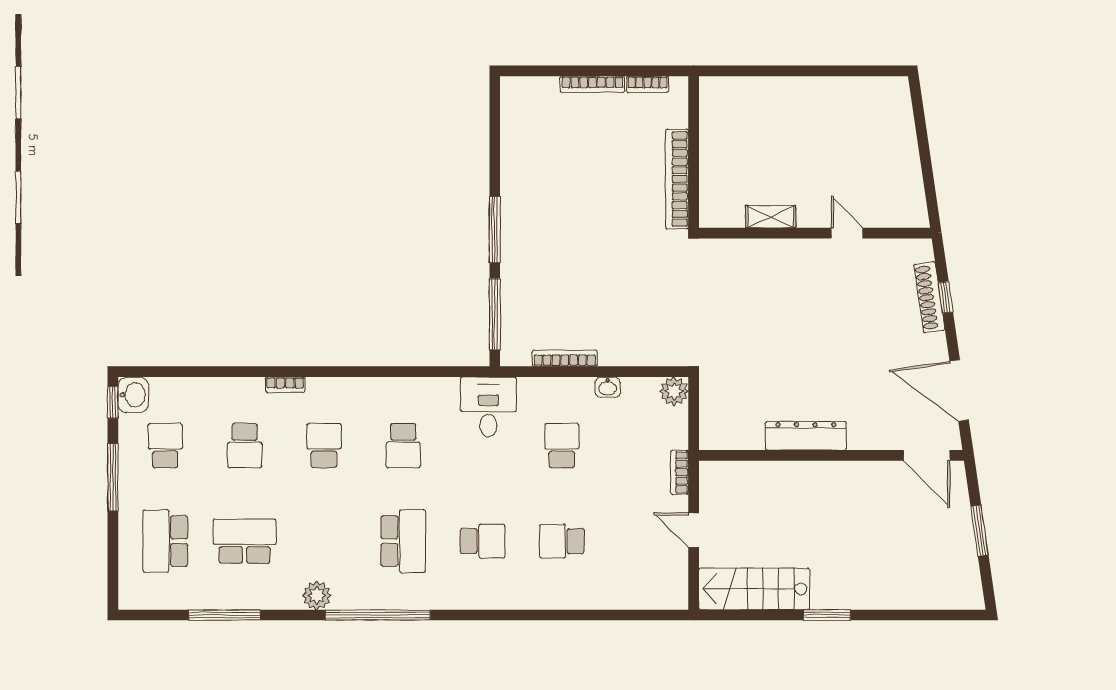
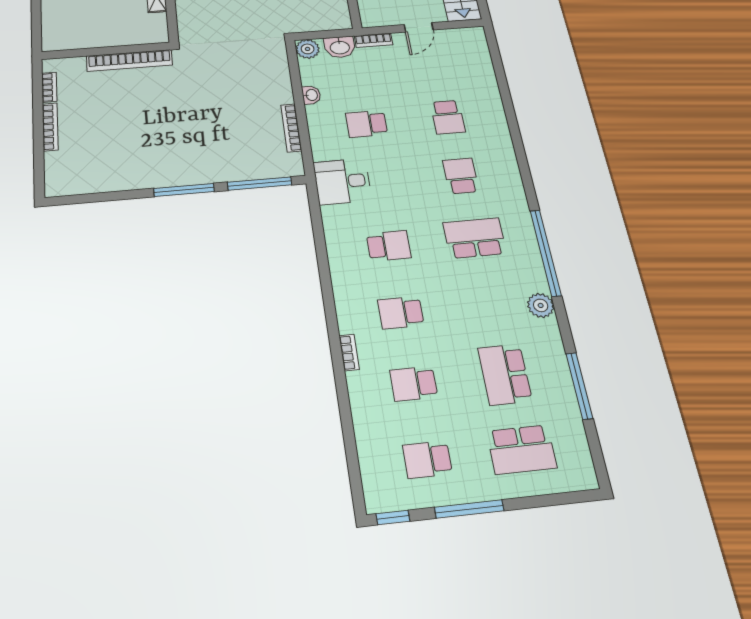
washbasin: (133, 395) -> (340, 47), moved, turned 180
school desk: (245, 446) -> (414, 384), turned 180

